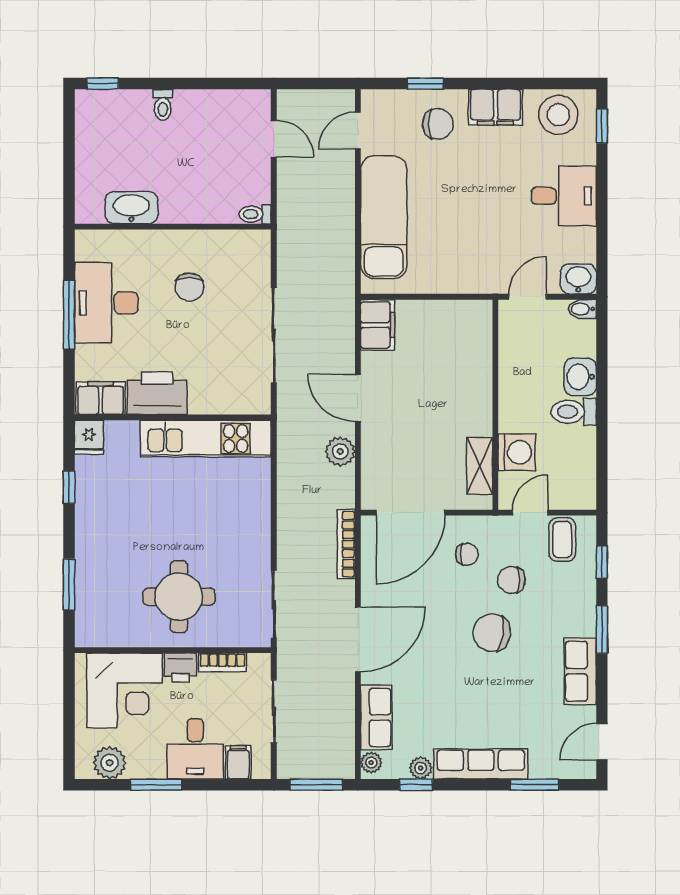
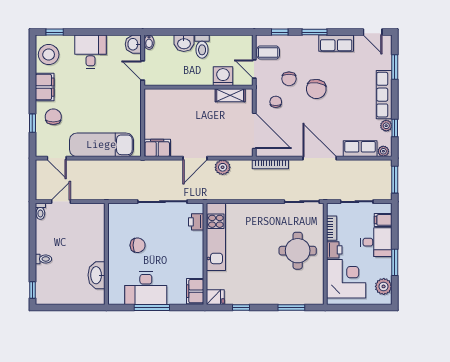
toilet: (255, 214) -> (40, 211), moved
printer: (157, 393) -> (196, 222), moved, width x0.53, depth x0.68

